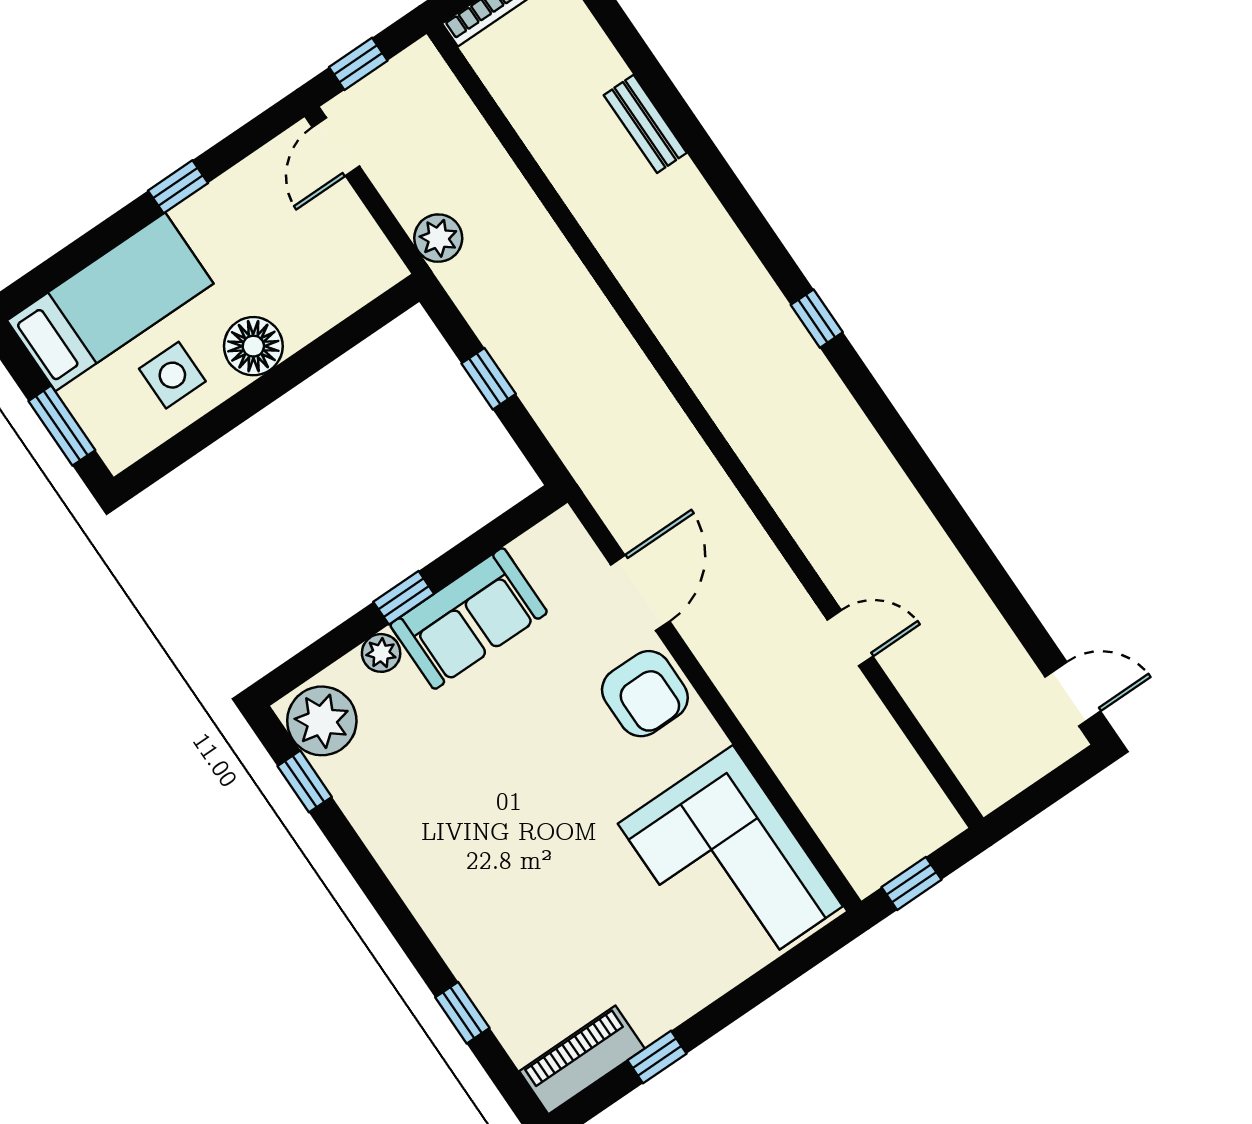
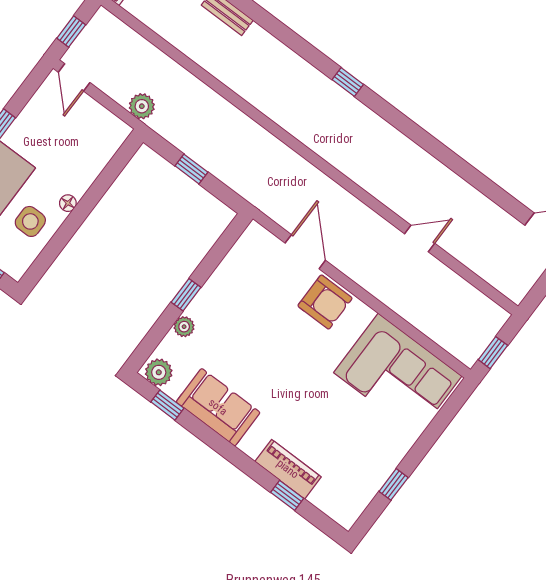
floor lamp: (253, 346) -> (68, 203), width x0.53, depth x0.53
sofa: (469, 619) -> (218, 407), moved, turned -90
plant: (322, 721) -> (159, 372), width x0.73, depth x0.73
piano: (582, 1060) -> (288, 469), moved, turned 90

